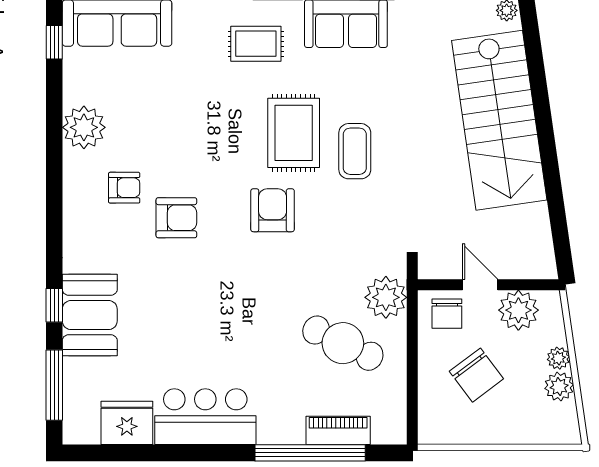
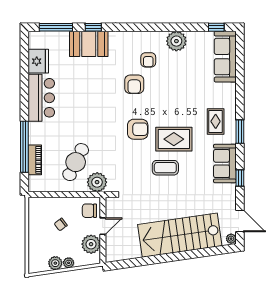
chair: (476, 375) -> (61, 225), width x0.54, depth x0.54

